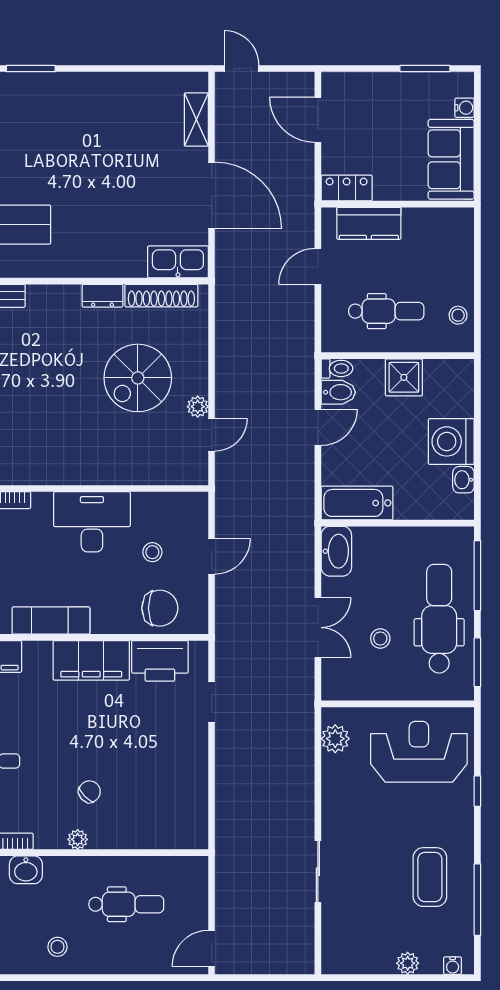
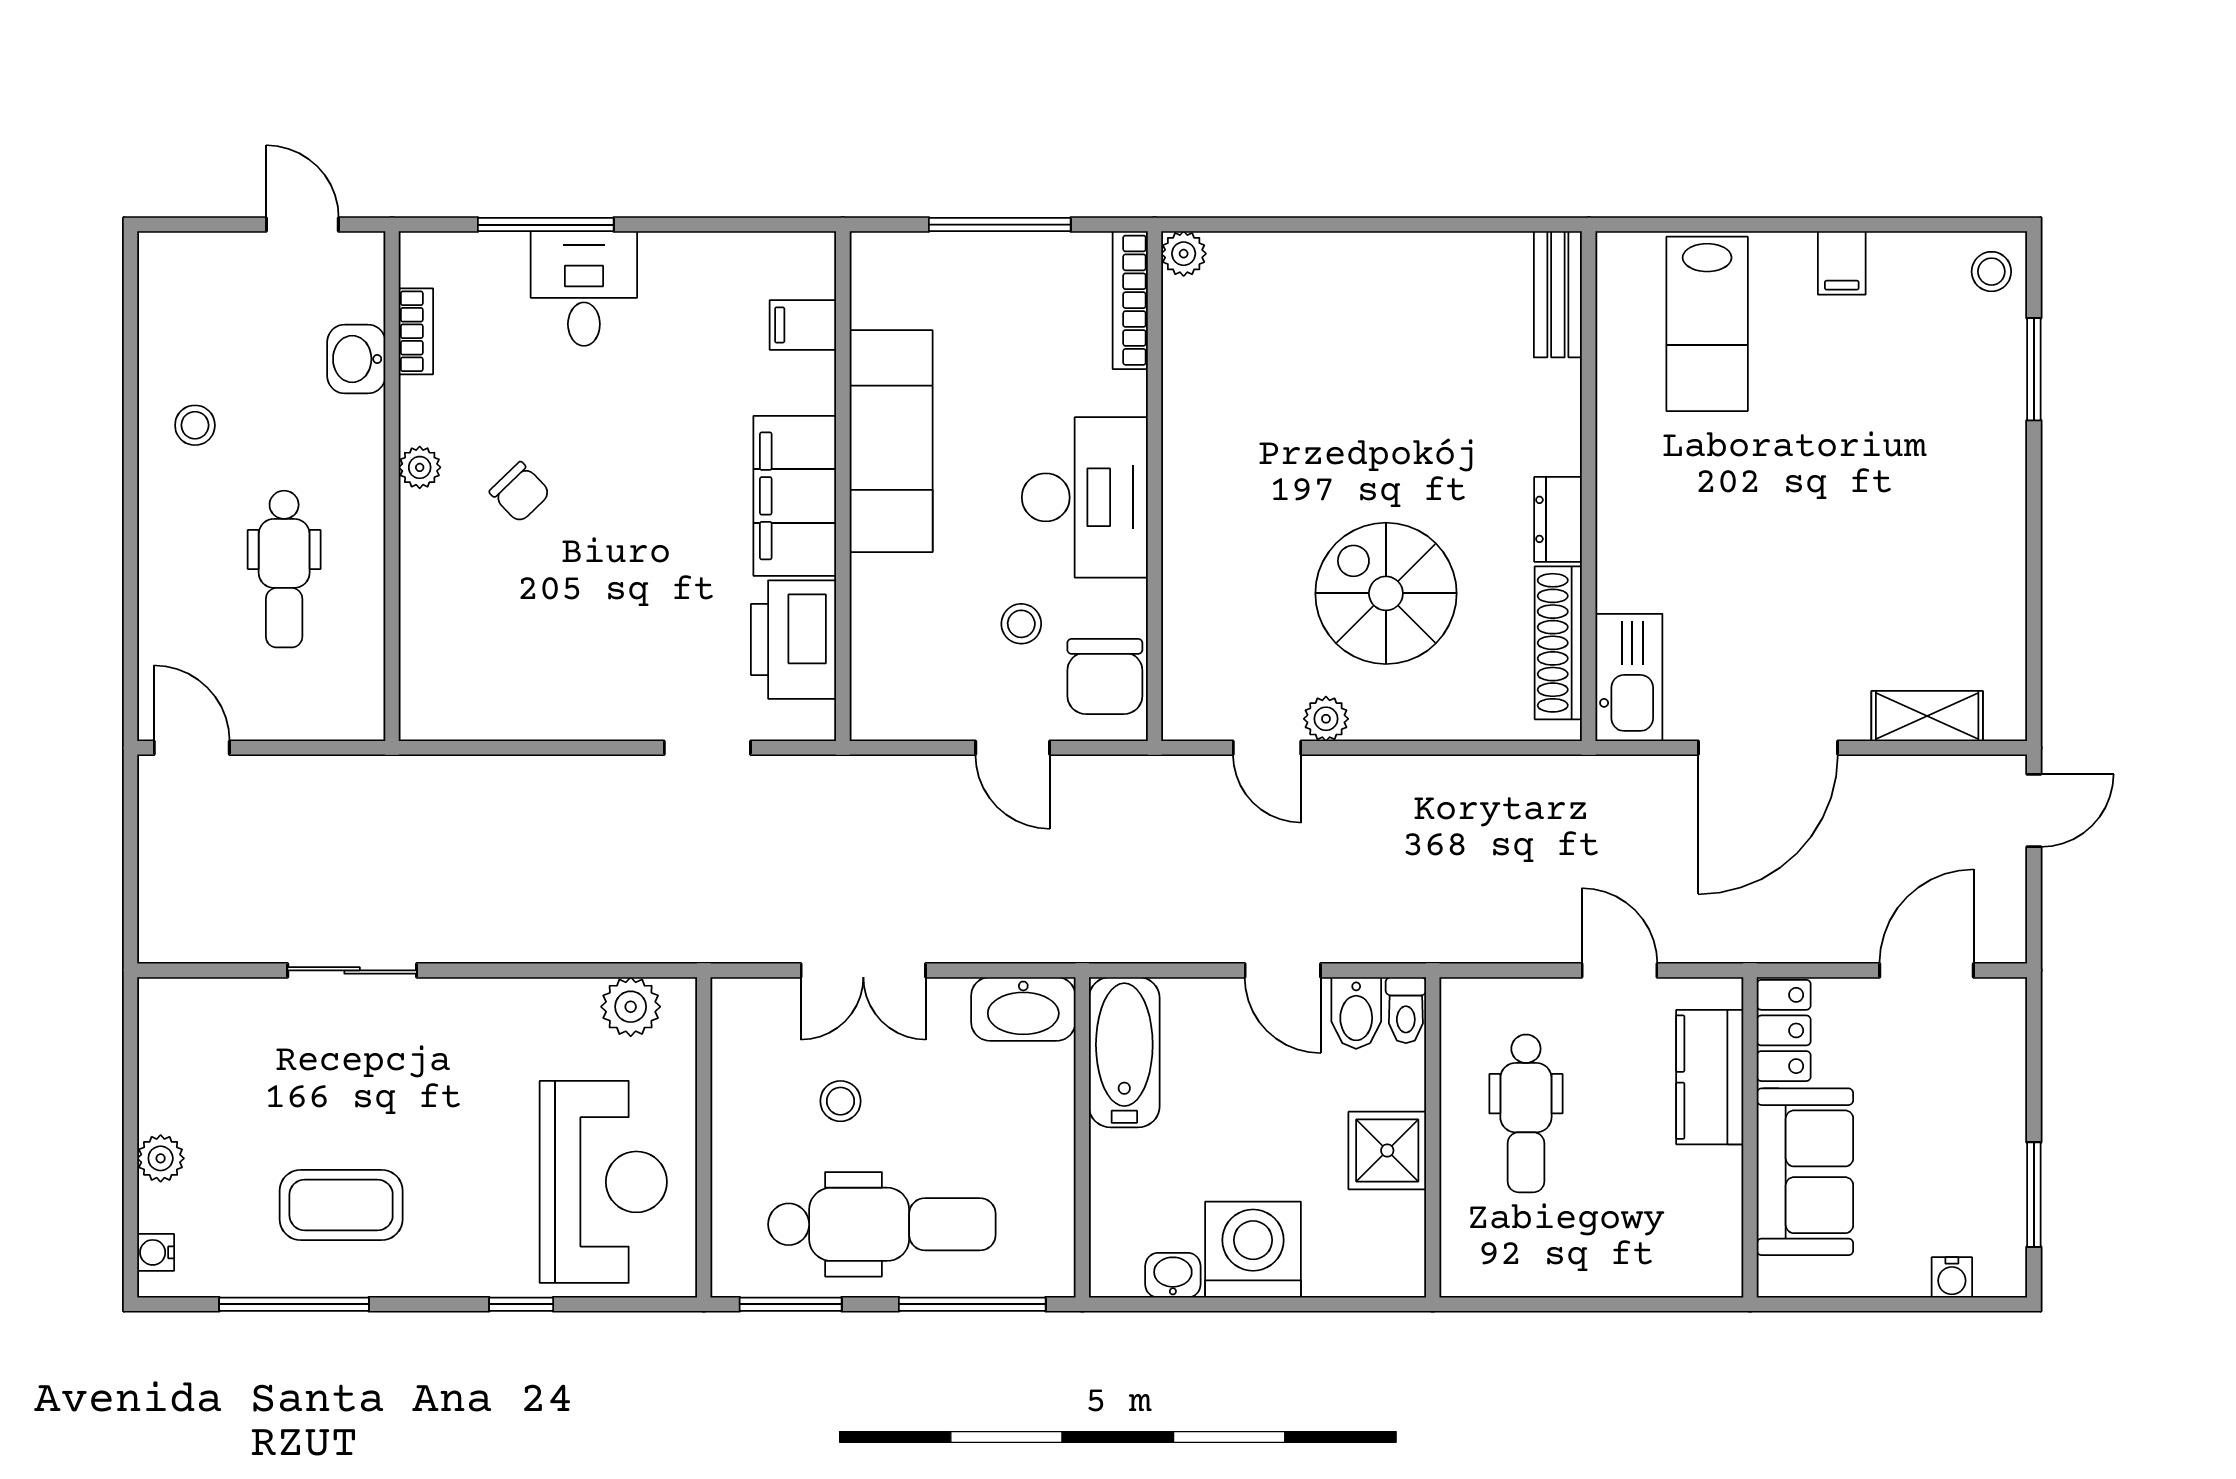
sofa: (451, 159) -> (1805, 1172), moved, turned 90
stool: (458, 315) -> (1517, 1264), removed
chair: (160, 608) -> (1105, 676), moved
exam couch: (51, 621) -> (891, 441), width x1.36, depth x1.45

